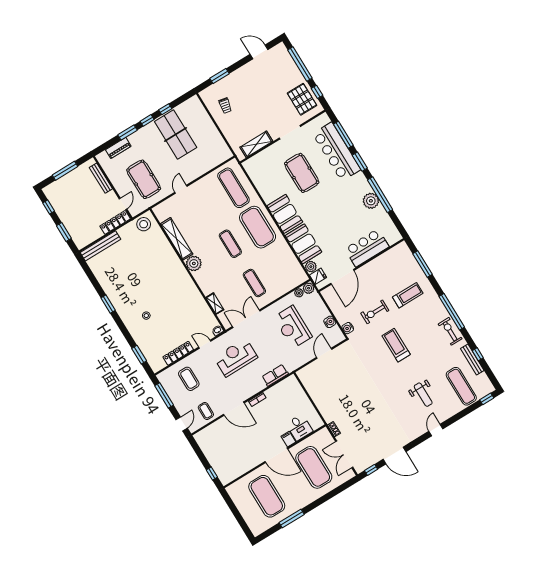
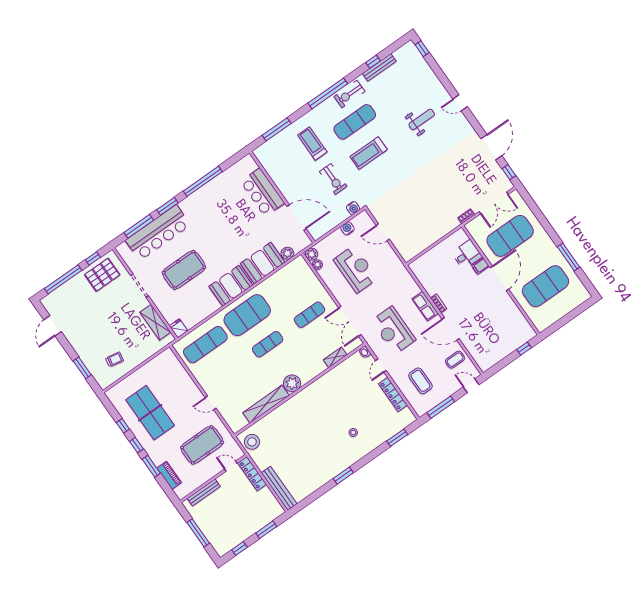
table tennis table: (176, 134) -> (150, 413), turned 90
plant: (371, 201) -> (210, 191), removed
fridge: (318, 276) -> (178, 328), moved
reception desk: (293, 327) -> (356, 269), turned -90
row of seats: (275, 375) -> (425, 306), moved
coffee table: (189, 379) -> (420, 381), turned 90
exercise mat: (461, 386) -> (355, 122), moved
door: (234, 409) -> (451, 329), swing flipped

